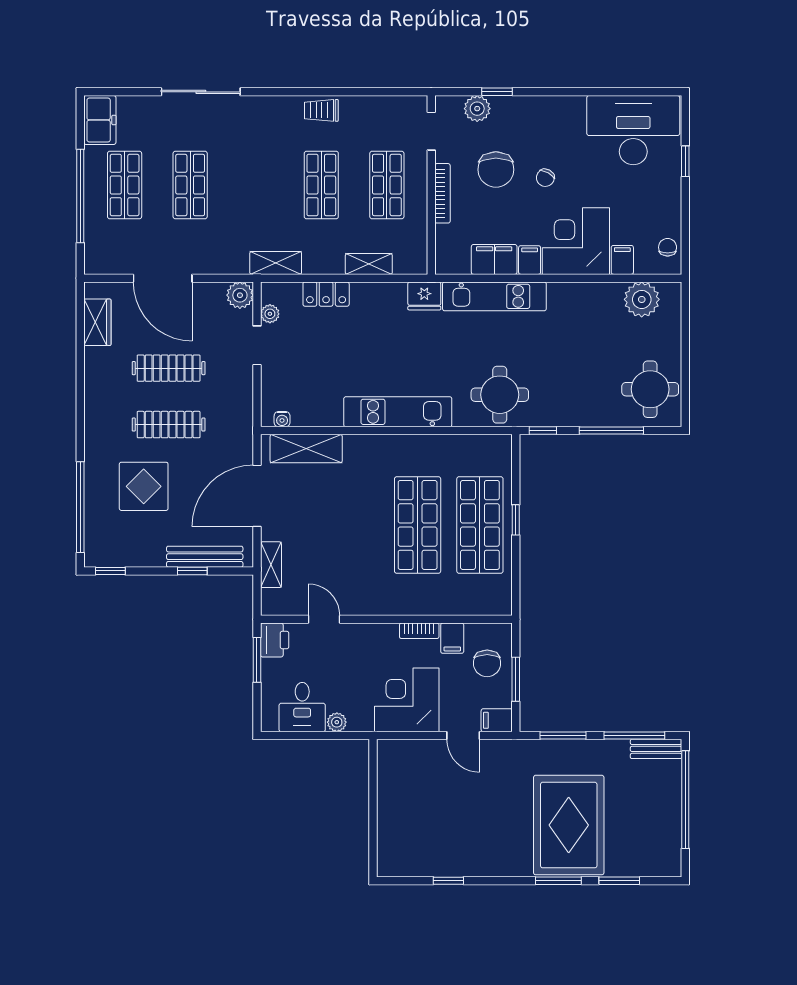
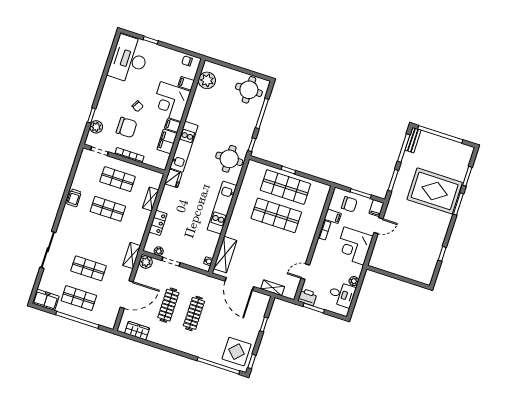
shelving: (276, 263) -> (132, 256), moved
display table: (144, 486) -> (237, 352), moved
bench: (205, 557) -> (259, 317), removed

